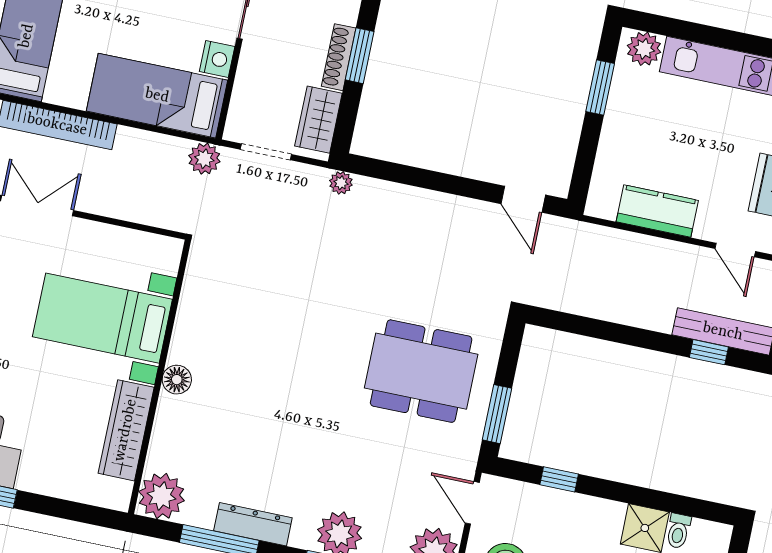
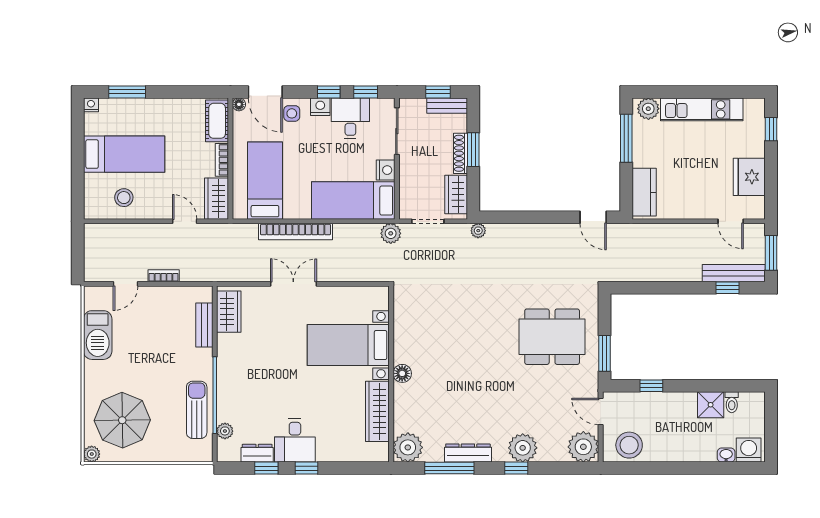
window: (600, 87) -> (626, 138), width x1.44
kitchen counter: (657, 211) -> (644, 192), moved, turned 90

